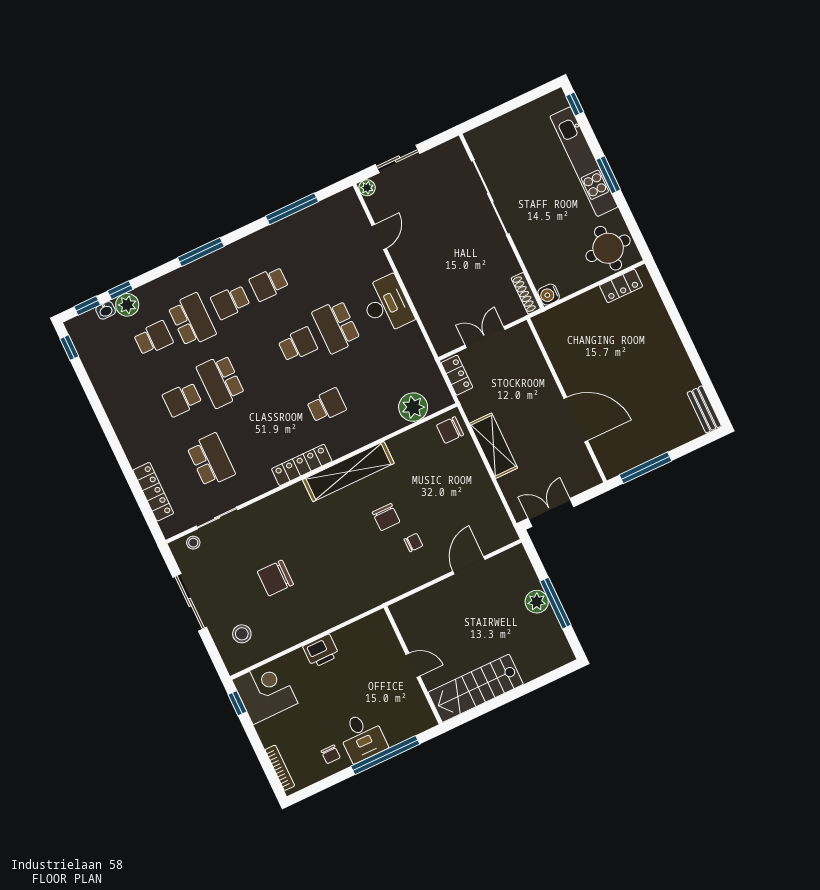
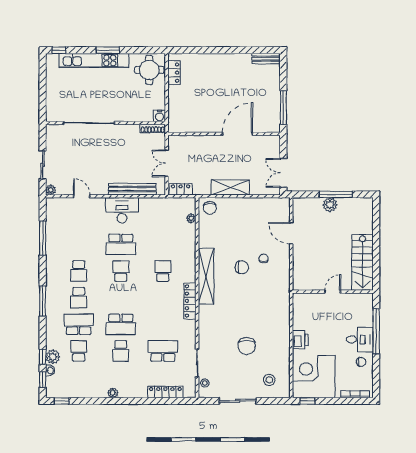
bench: (424, 305) -> (132, 189), added
plant: (413, 407) -> (191, 218), width x0.53, depth x0.53
plant: (116, 416) -> (113, 393), added
corner desk: (265, 692) -> (314, 377), width x1.36, depth x1.36

